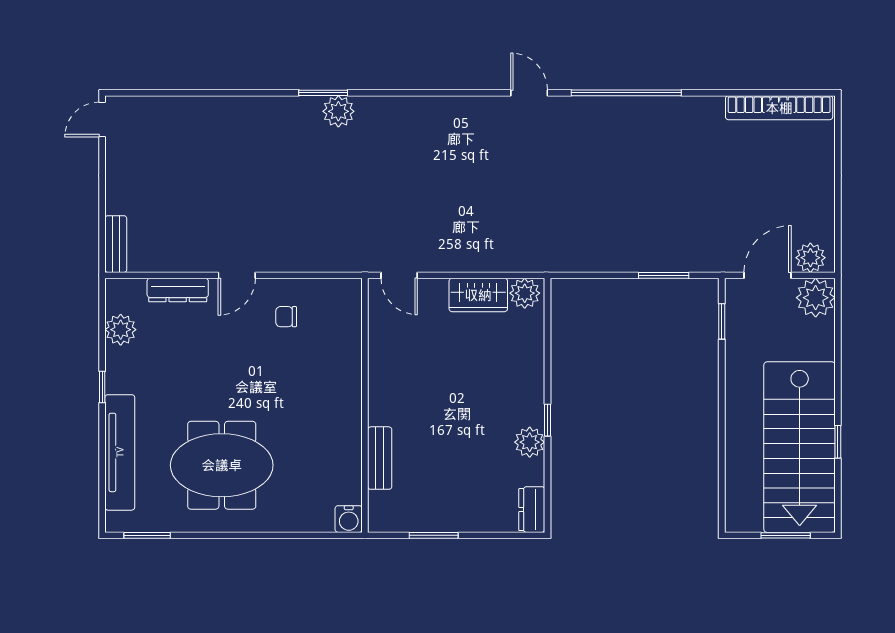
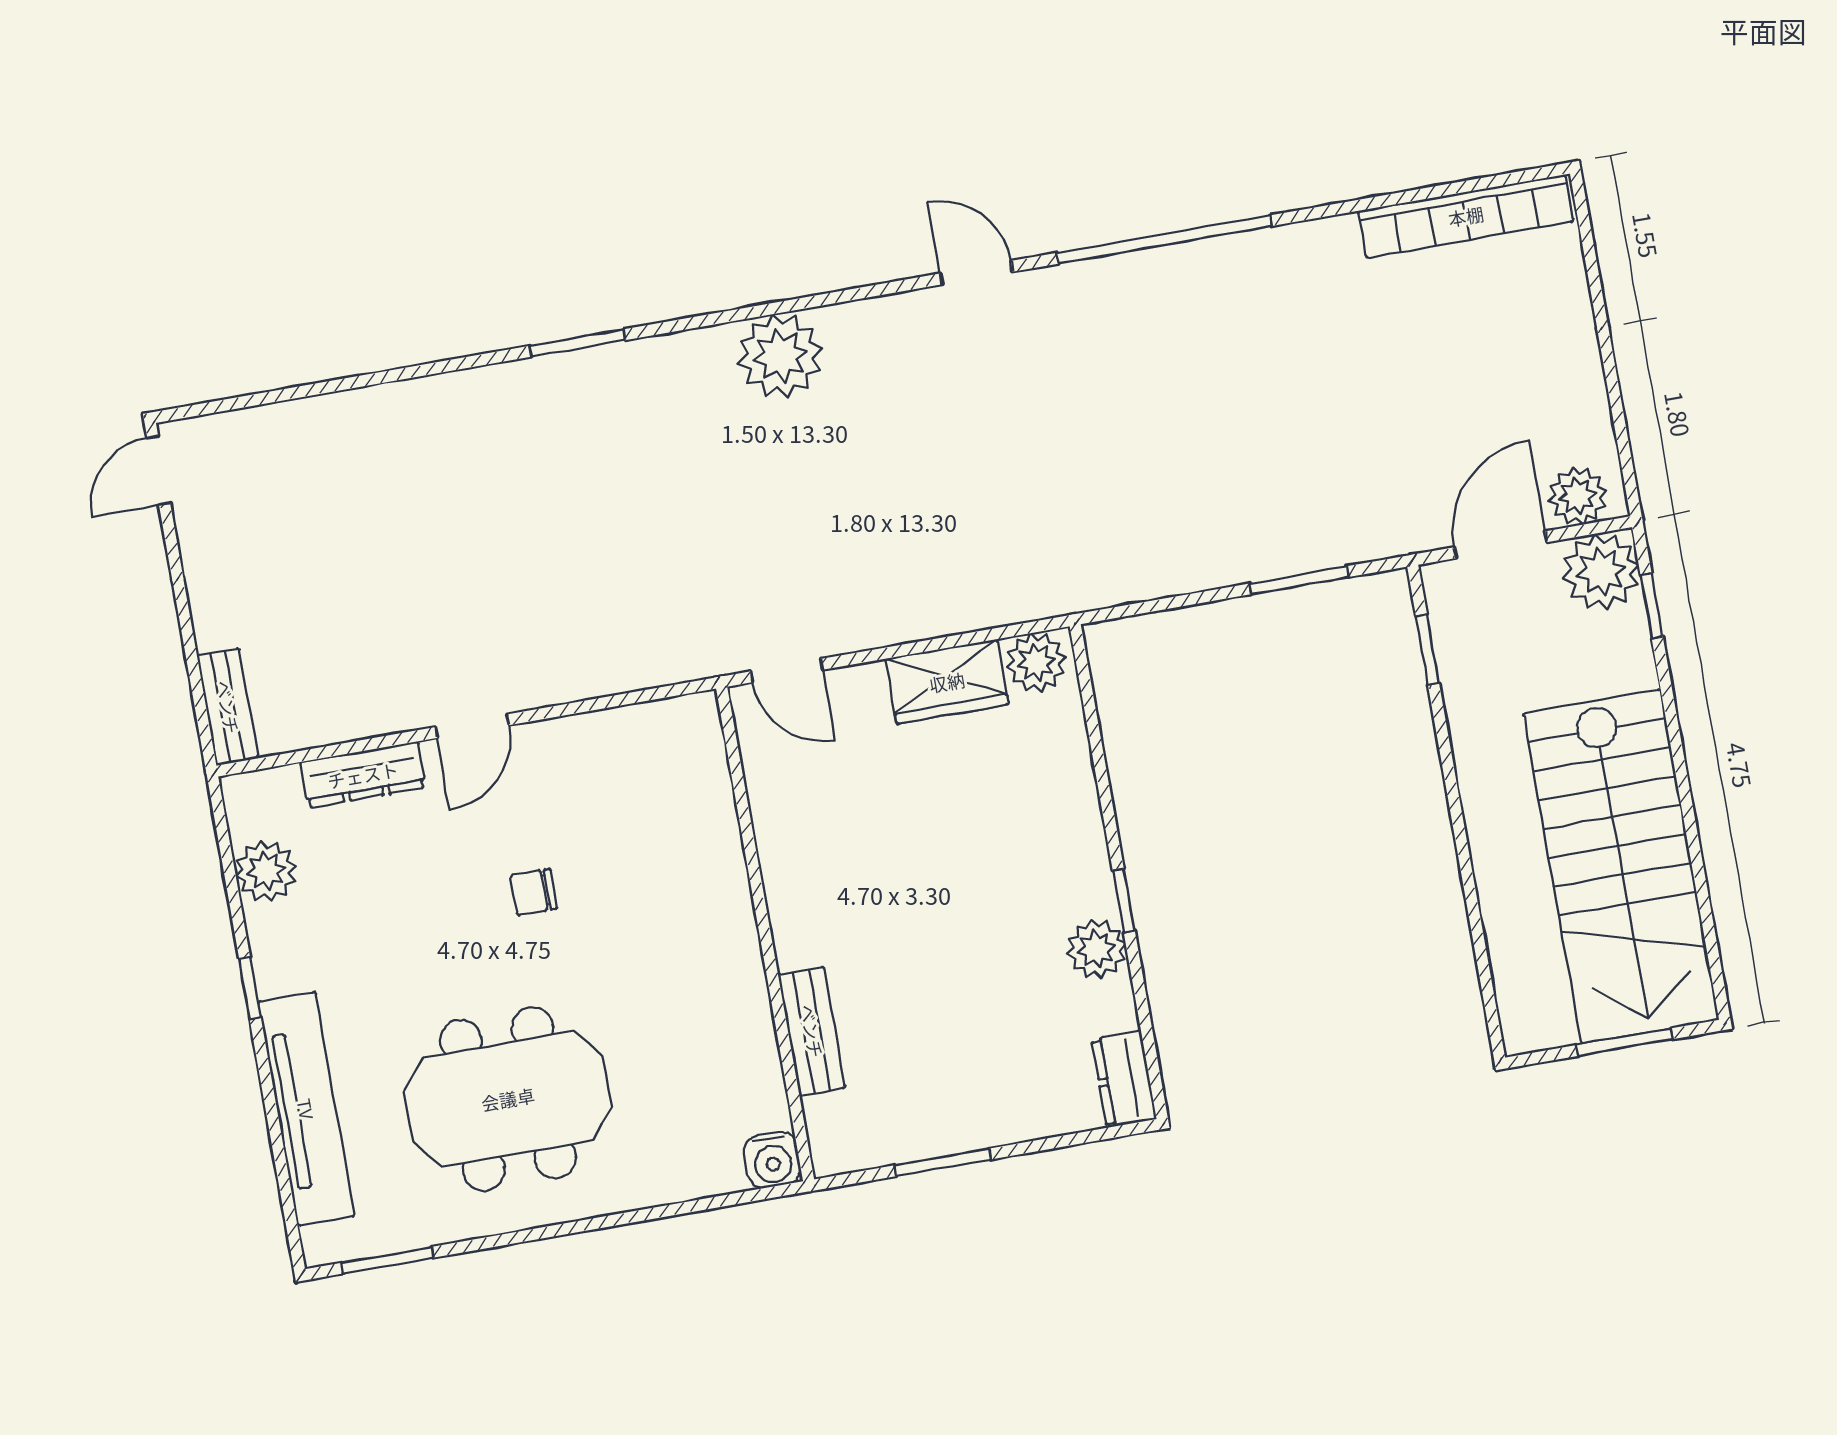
plant: (338, 111) -> (780, 356), moved, width x1.36, depth x1.36
chair: (286, 317) -> (534, 892), moved
window: (838, 442) -> (1652, 606), moved

